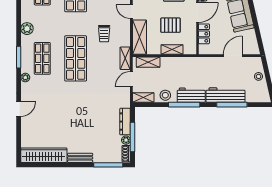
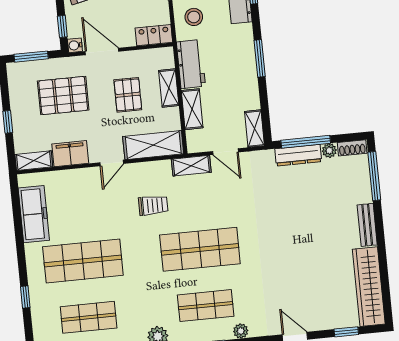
locker: (204, 34) -> (154, 35), moved
shelving: (148, 62) -> (192, 109), moved
stool: (165, 95) -> (194, 17), moved
workbench: (191, 95) -> (191, 64), moved, turned 180
window: (184, 105) -> (260, 58), width x0.69
window: (133, 137) -> (306, 142), moved
window: (19, 139) -> (346, 332), added

